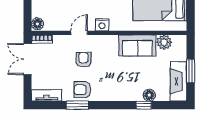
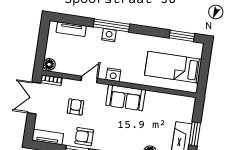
plant: (164, 42) -> (173, 101), removed
sofa: (137, 45) -> (126, 98), moved
armchair: (83, 60) -> (76, 107), moved

